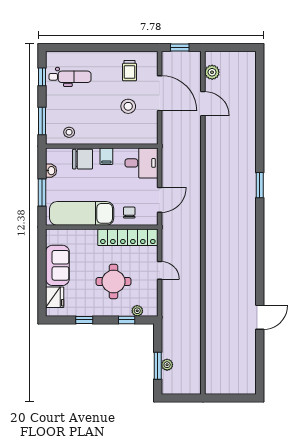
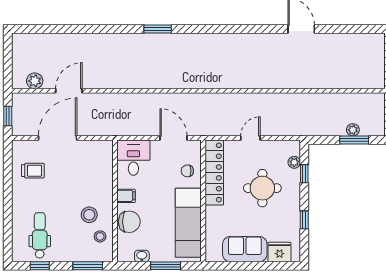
stool: (128, 106) -> (89, 215), moved
chair: (83, 159) -> (129, 222), turned 90

